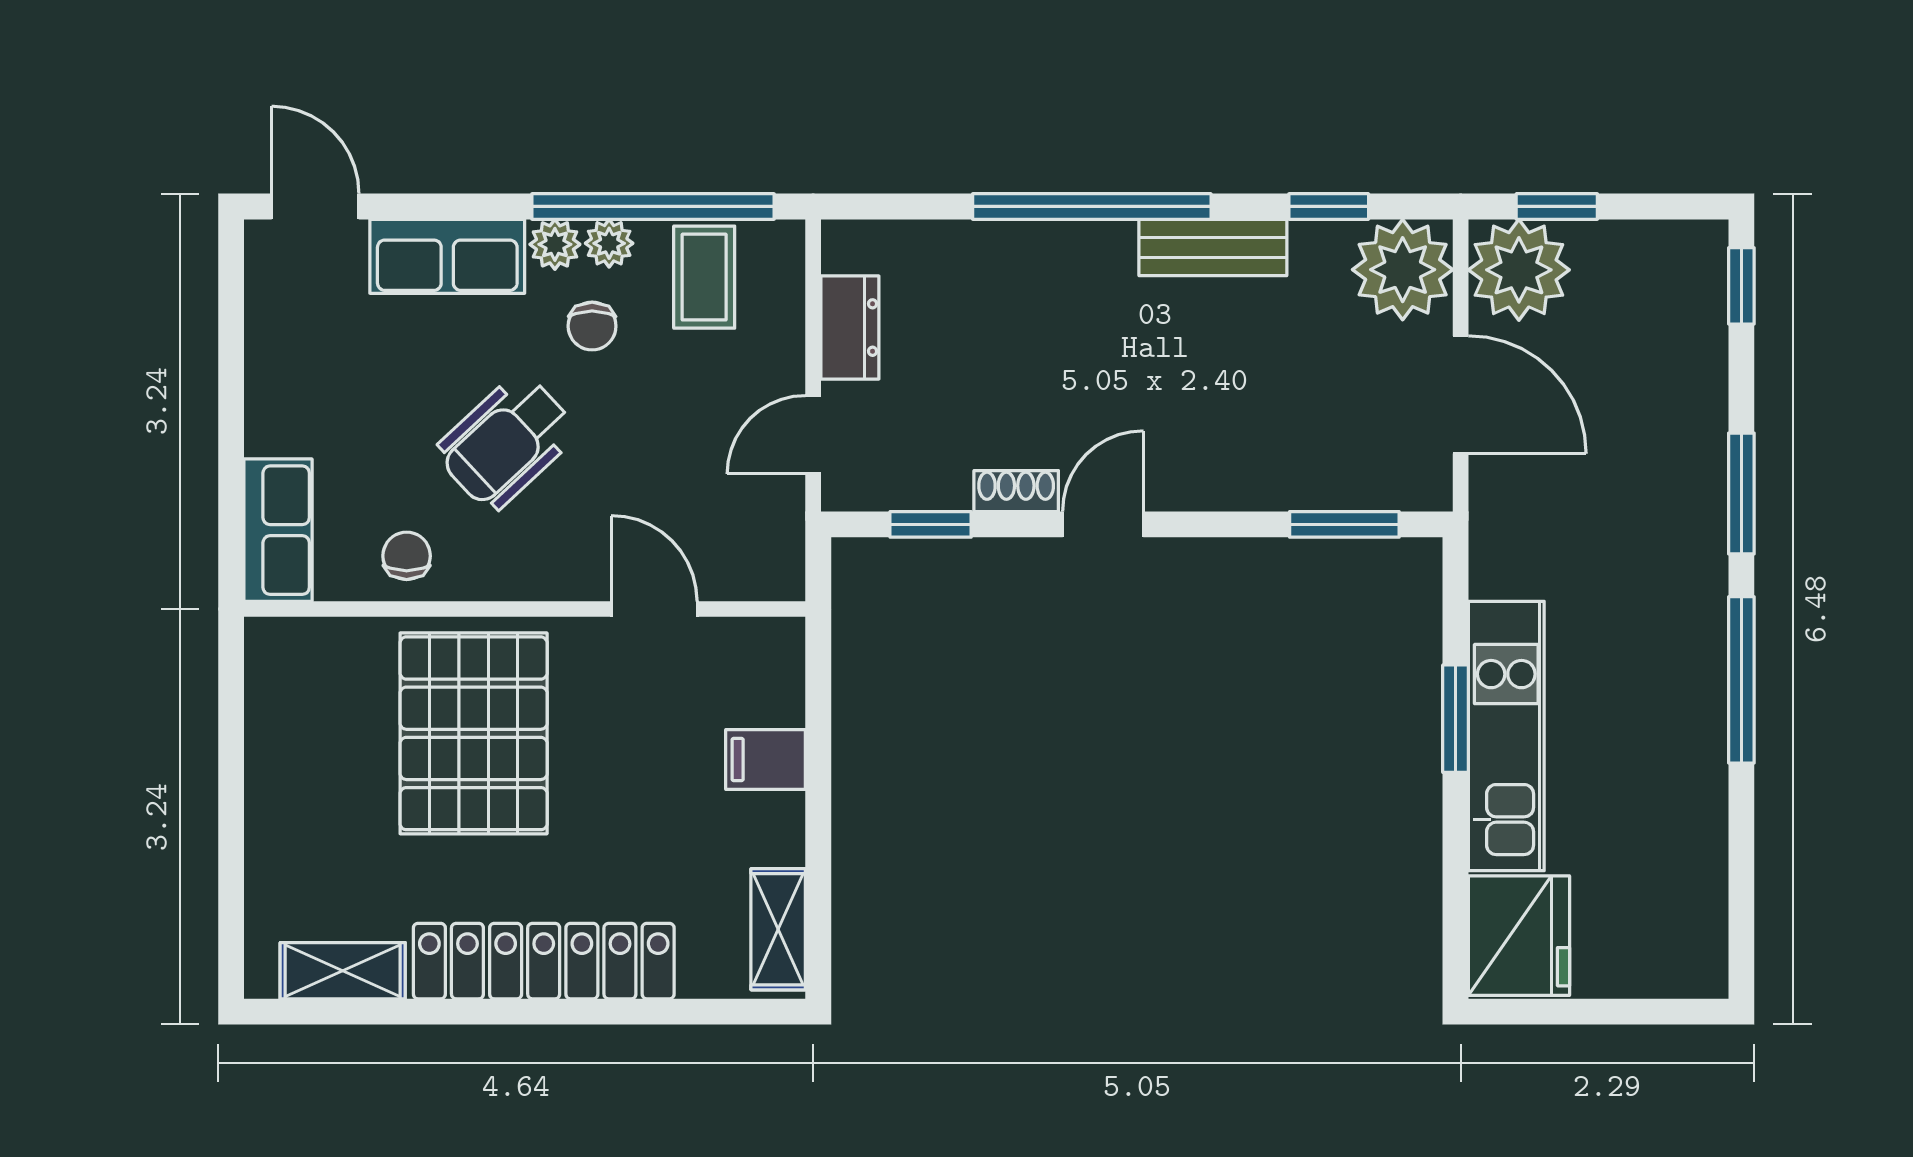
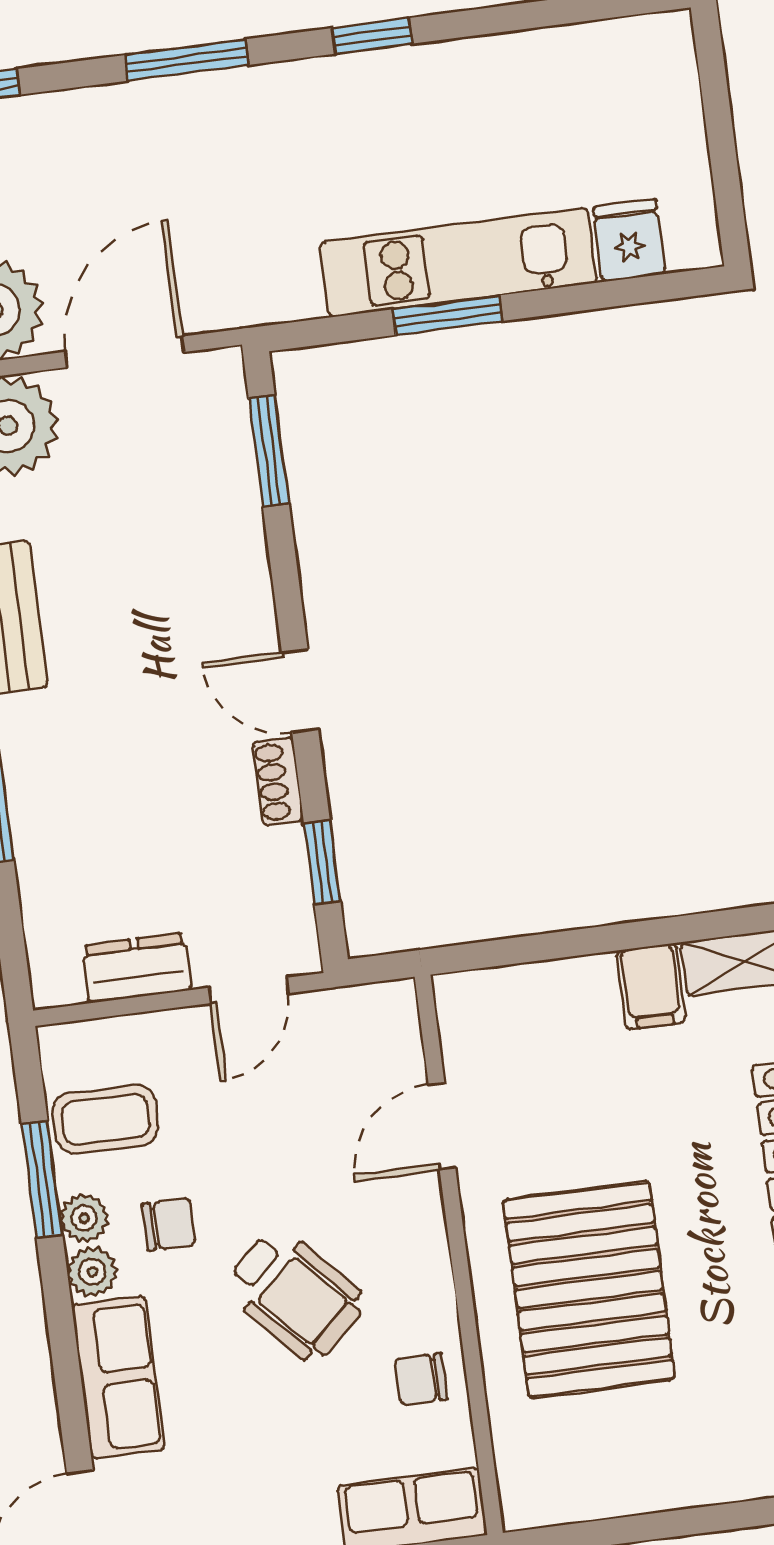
window: (653, 206) -> (42, 1179), width x0.47
door: (813, 435) -> (248, 990), hinge flipped
window: (1741, 680) -> (372, 36), width x0.46
pallet: (474, 733) -> (589, 1290), turned 90
filing cabinet: (766, 760) -> (651, 986), moved
fridge: (1519, 936) -> (629, 240), width x0.53, depth x0.75

